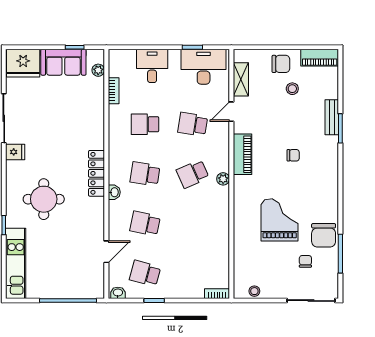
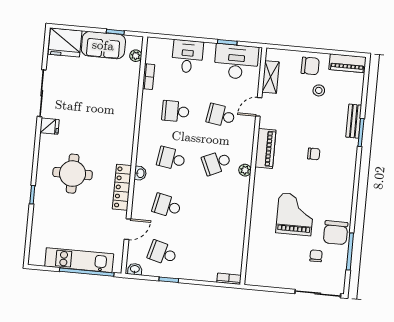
locker: (97, 173) -> (122, 187), moved
kitchen unit: (16, 263) -> (79, 260), moved, turned -90
stool: (254, 291) -> (265, 280), removed

